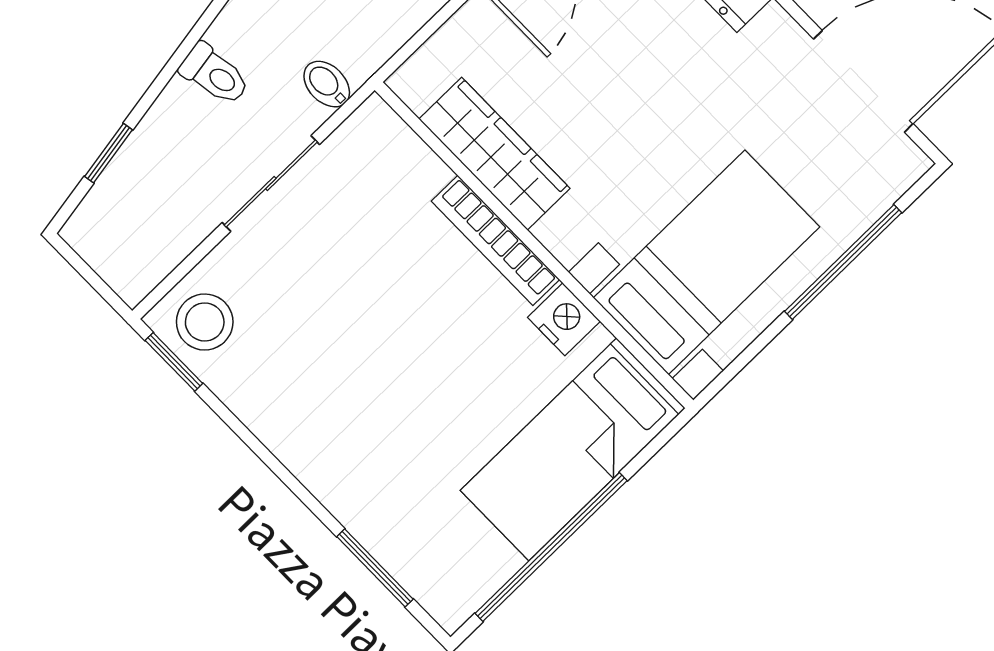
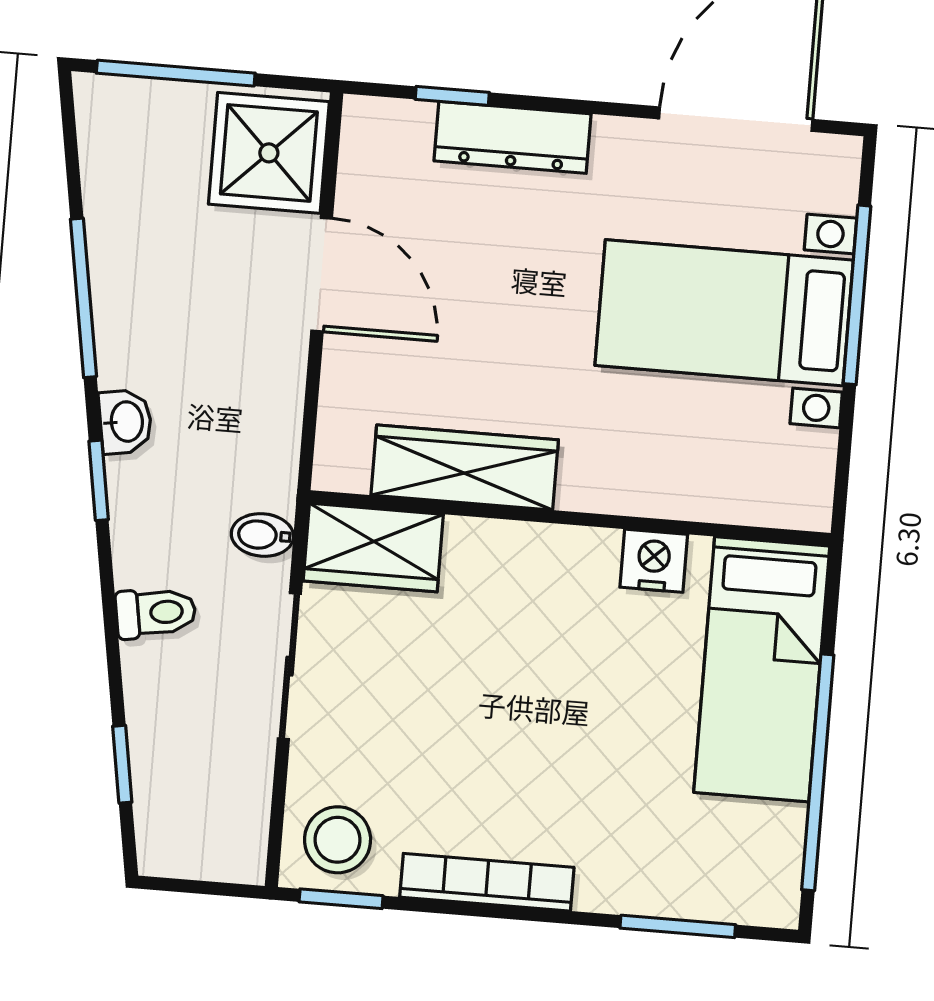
wardrobe: (391, 154) -> (373, 548), added
bookcase: (495, 240) -> (487, 882), moved, turned 180
bed with nightstands: (707, 262) -> (724, 313), moved, turned -90

